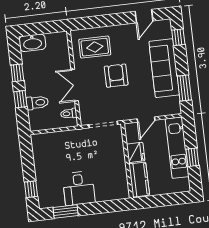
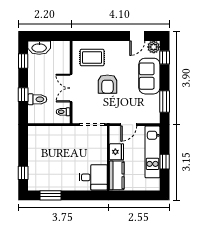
plant: (164, 27) -> (154, 47), added
sofa: (164, 68) -> (149, 76), width x0.73
window: (17, 73) -> (23, 61), moved
armchair: (116, 76) -> (107, 84), turned 180
desk: (79, 188) -> (93, 177), moved, turned -90

